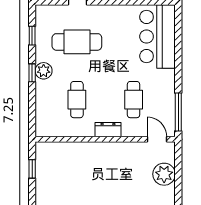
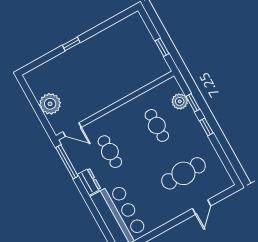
window: (32, 36) -> (193, 103), moved
plant: (44, 71) -> (180, 101), moved
dresser: (108, 130) -> (89, 182), moved, turned -90

